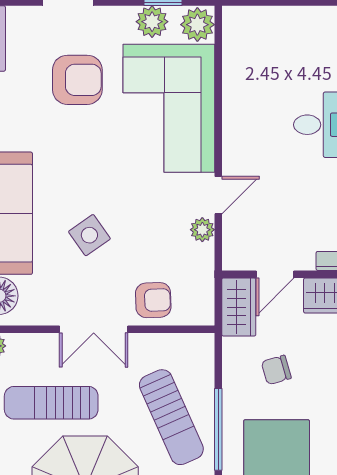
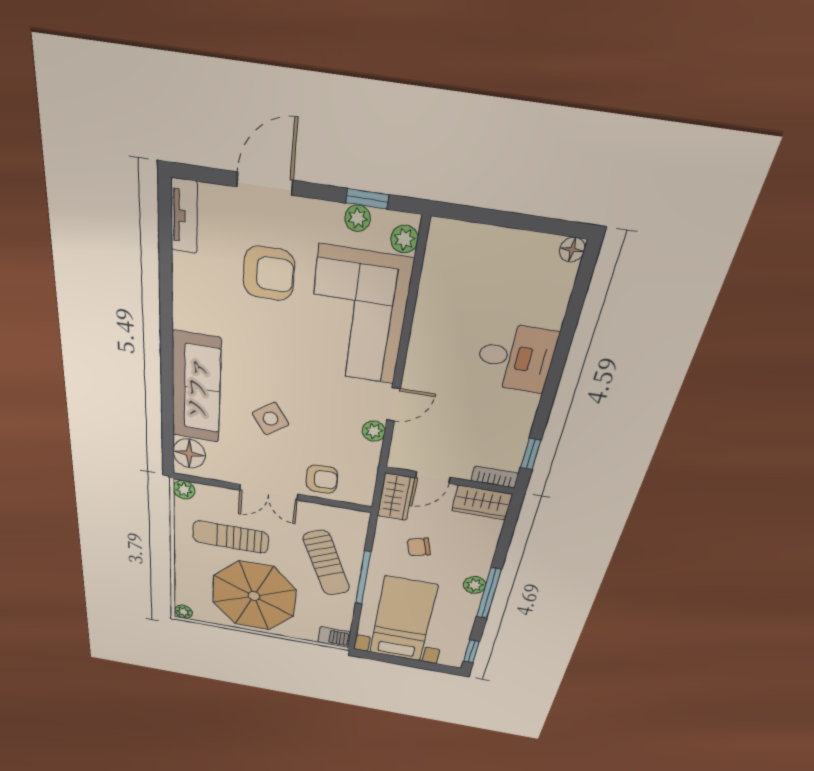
plant: (152, 22) -> (358, 218), width x0.73, depth x0.73
plant: (197, 25) -> (405, 239), width x0.73, depth x0.73

